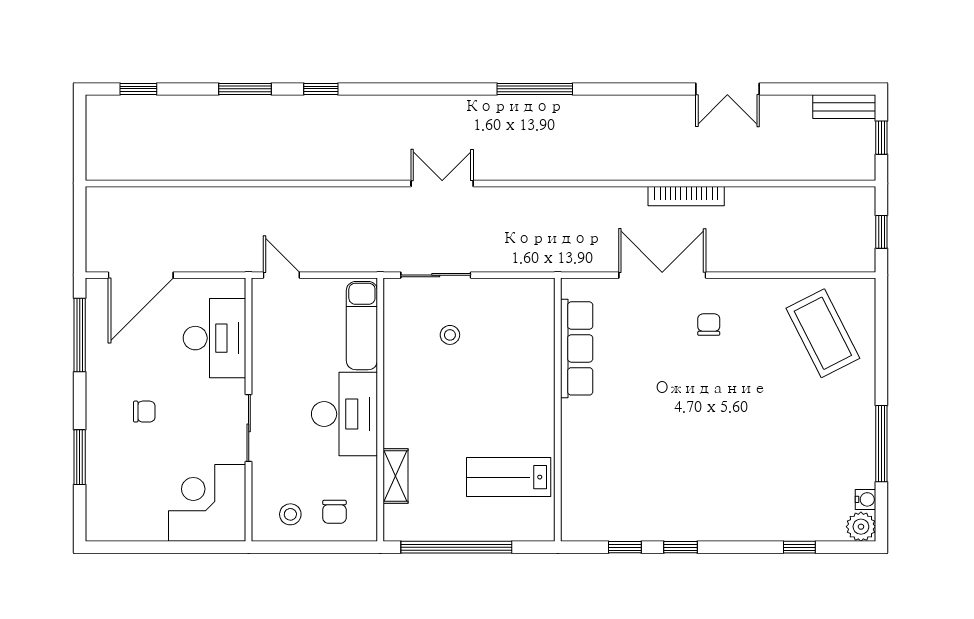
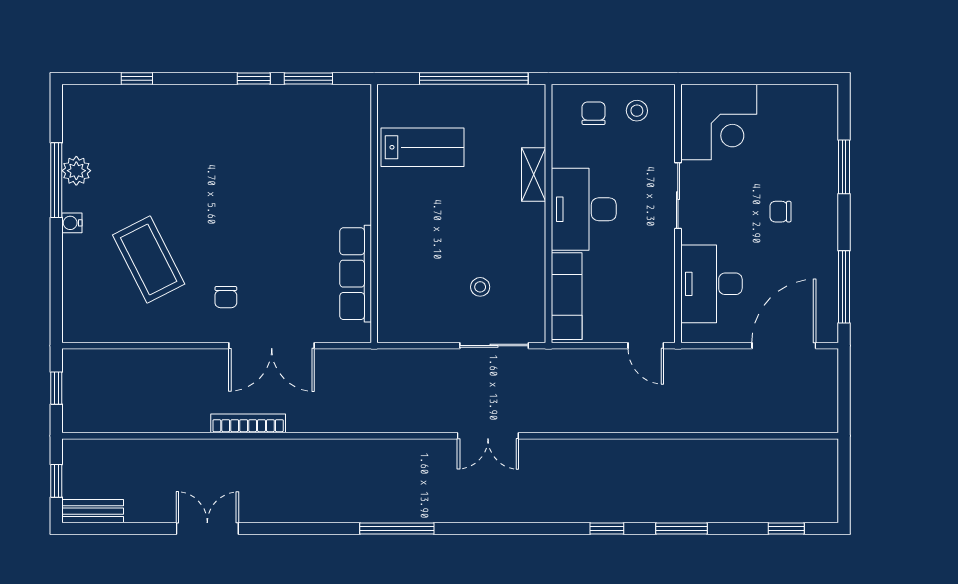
coffee table: (823, 333) -> (149, 259), moved
shelving: (395, 476) -> (534, 174), moved
water cooler: (866, 499) -> (72, 223), moved
plant: (861, 527) -> (76, 171), moved
window: (625, 547) -> (308, 78), width x1.50

